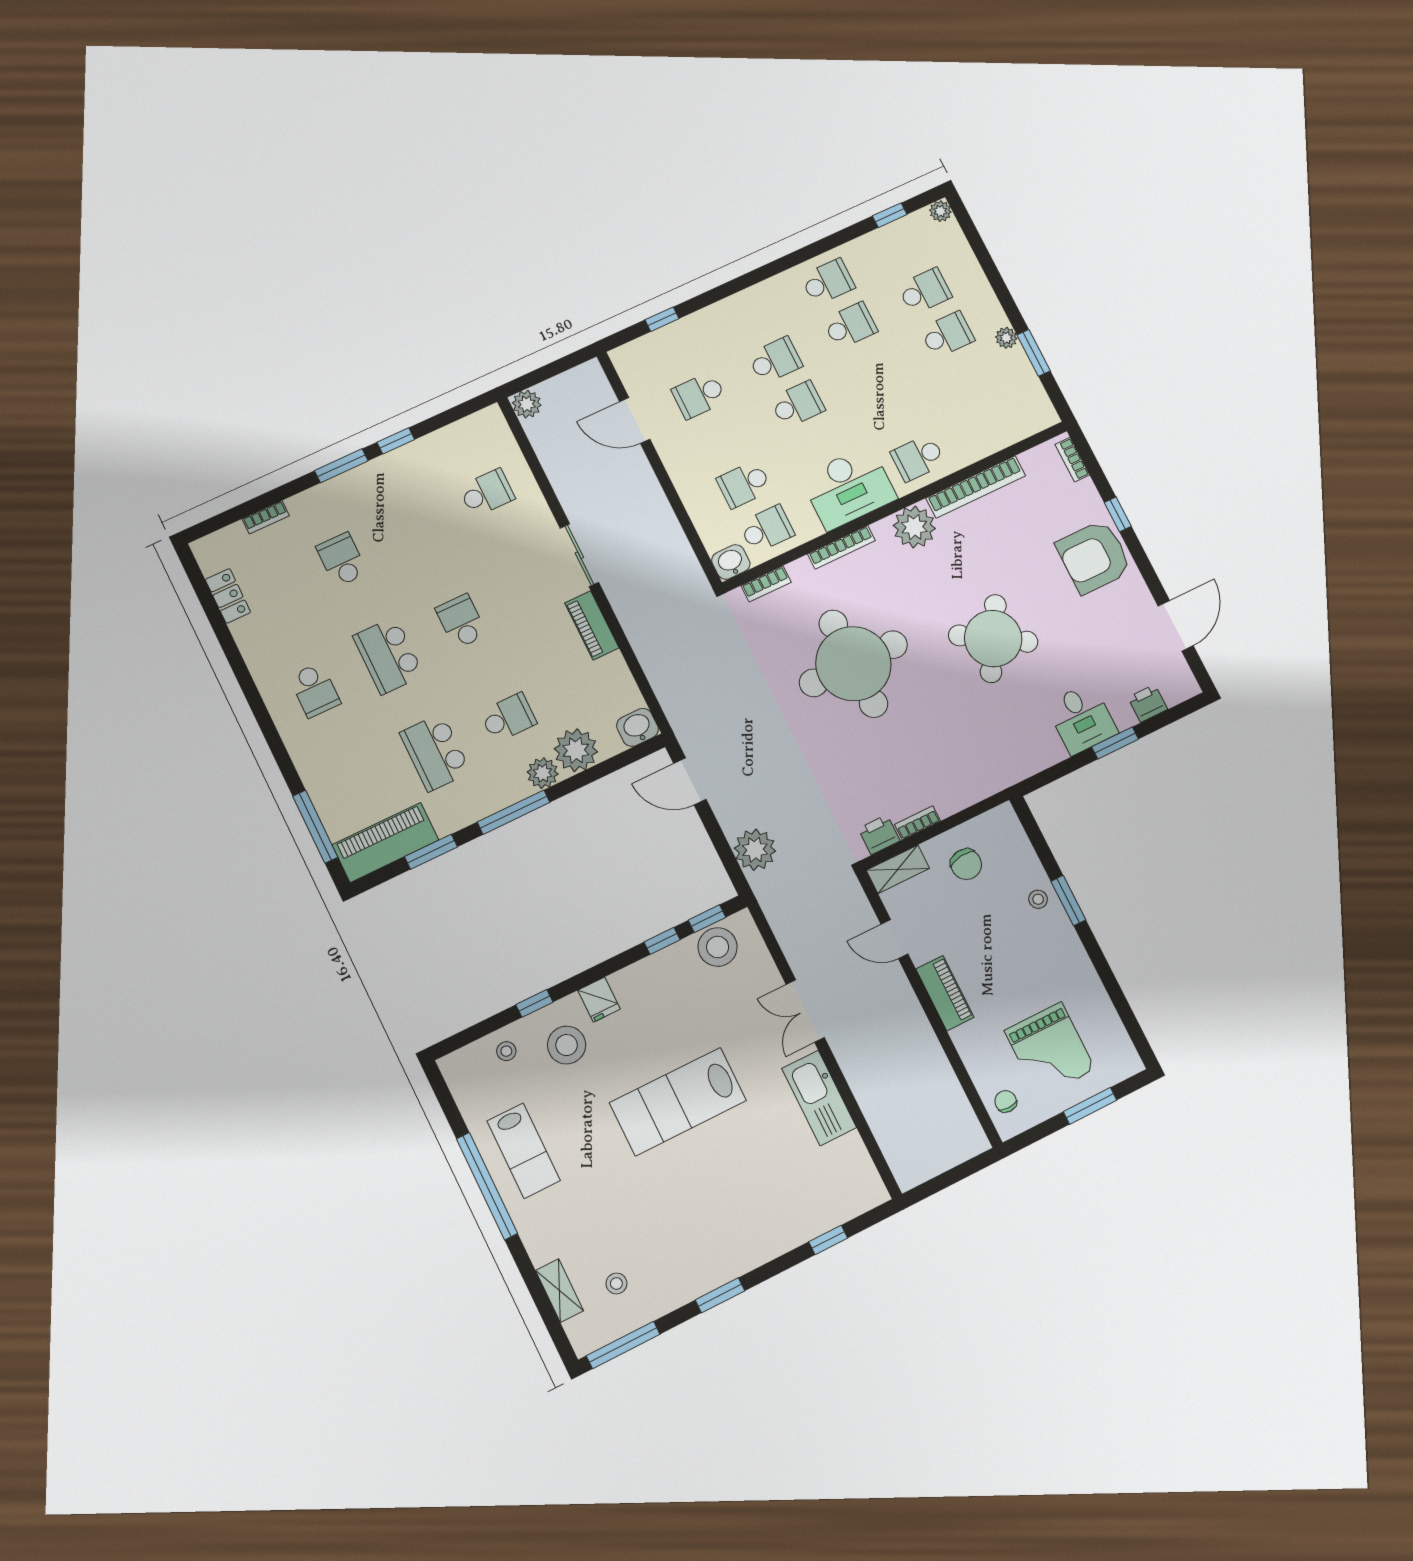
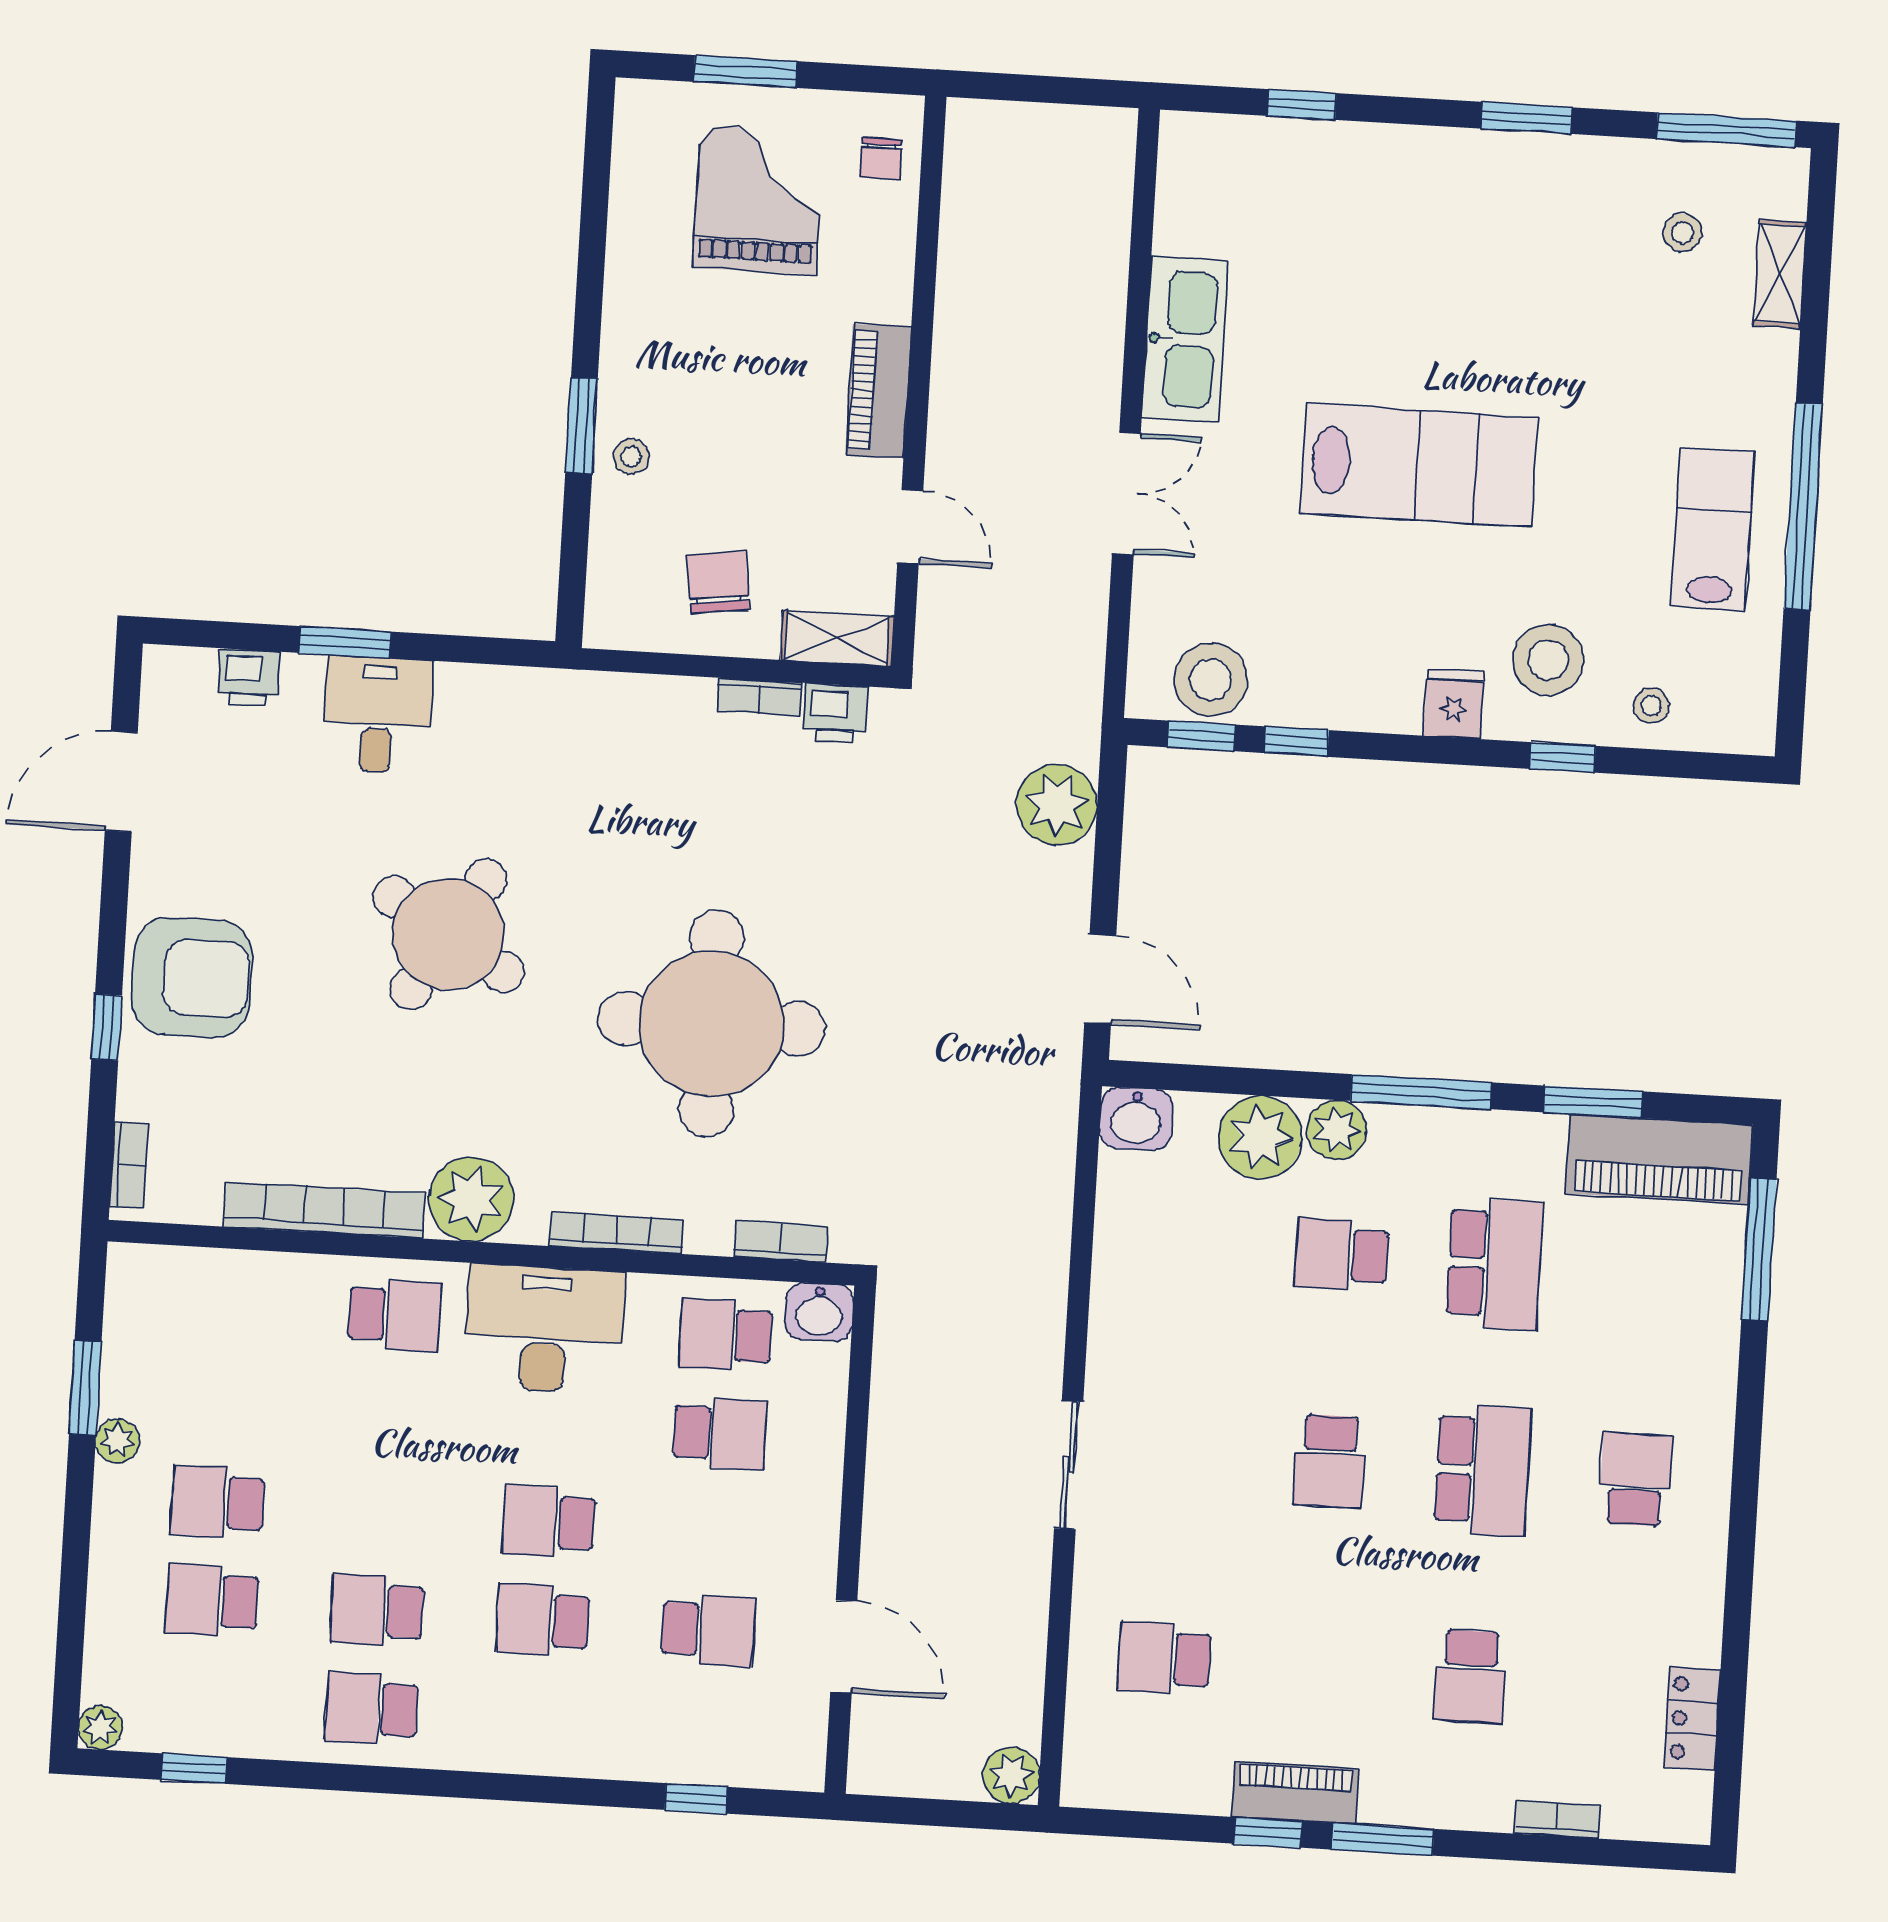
piano: (592, 625) -> (1295, 1793), moved, turned -90

